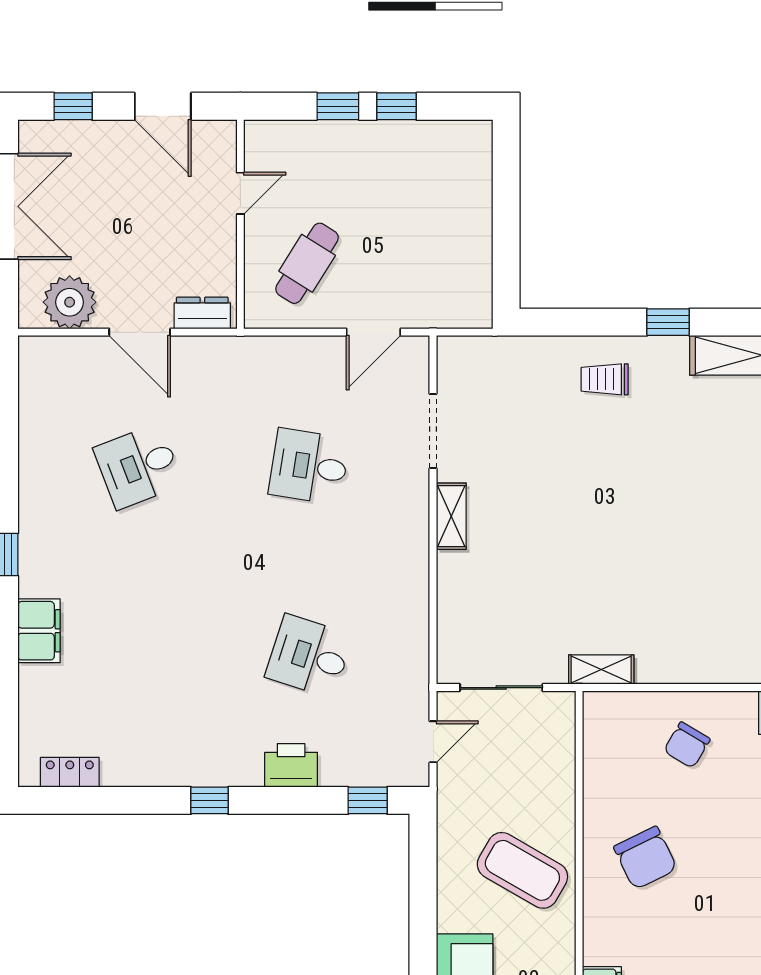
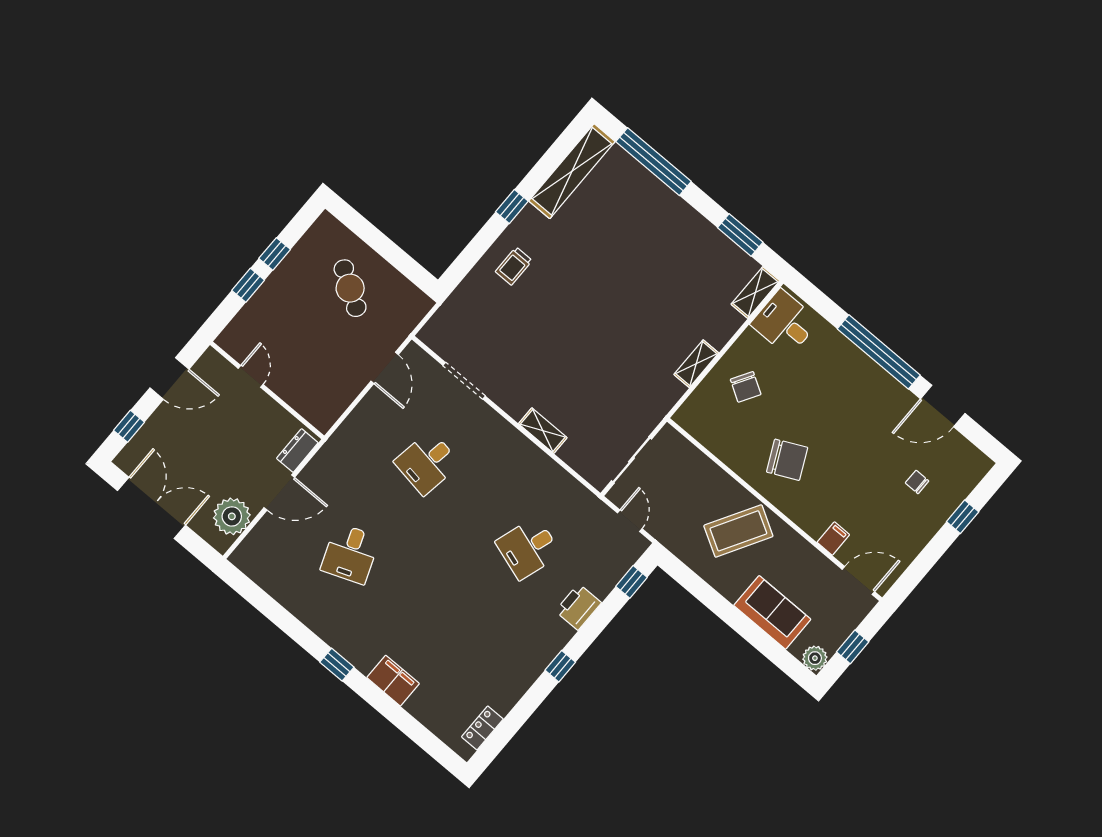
cafe table: (307, 263) -> (350, 288), moved
shelving: (451, 516) -> (543, 431), moved
shelving: (601, 670) -> (696, 364), moved

